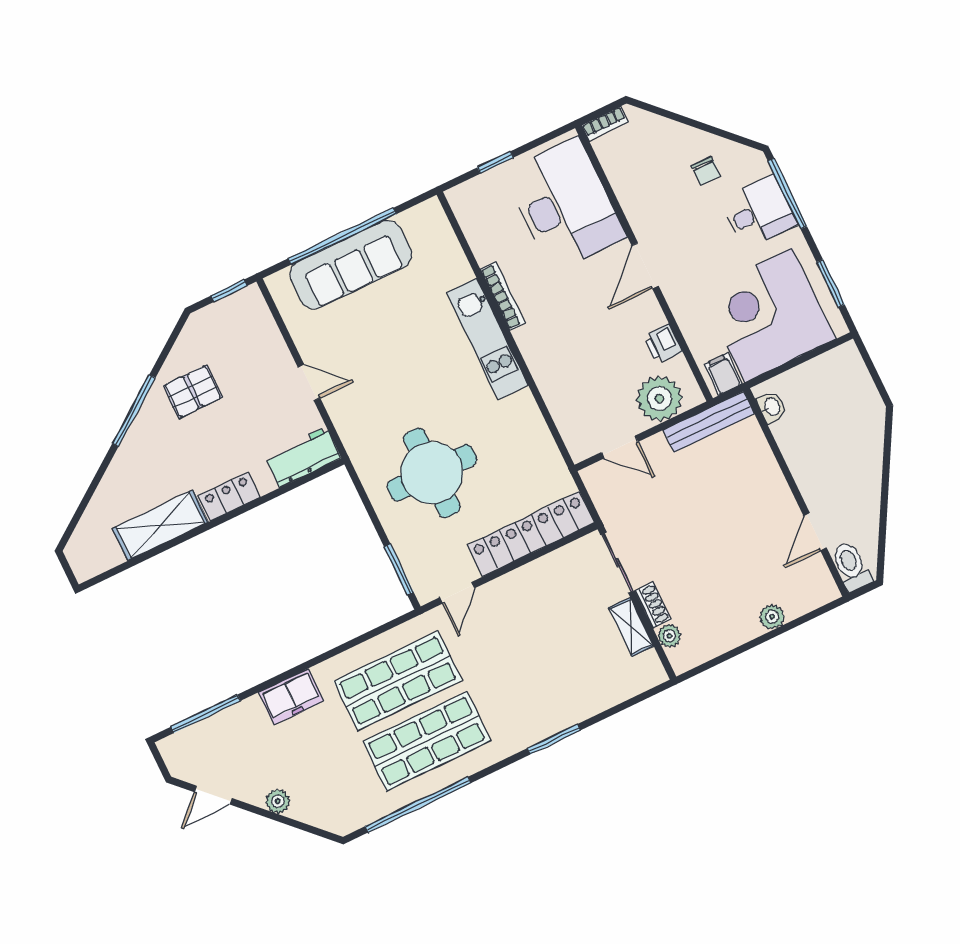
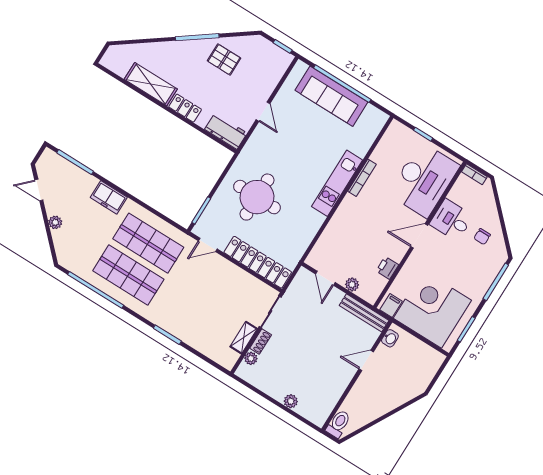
desk: (759, 212) -> (451, 220), moved, turned 180
plant: (659, 399) -> (352, 285), width x0.53, depth x0.53
door: (815, 532) -> (366, 360), moved

